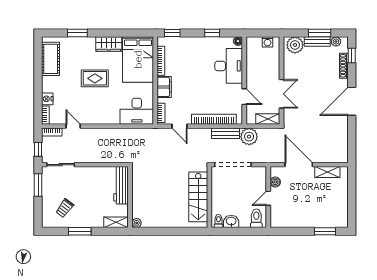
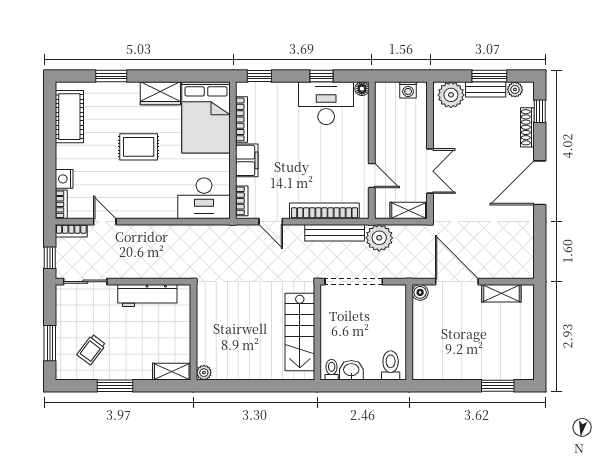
desk: (229, 66) -> (326, 103), moved, turned -90
bench: (225, 133) -> (335, 233), width x1.36
boiler: (275, 182) -> (420, 292), moved
window: (38, 185) -> (50, 343), moved
workbench: (121, 185) -> (147, 296), moved, turned -90
door: (268, 198) -> (409, 334), removed

